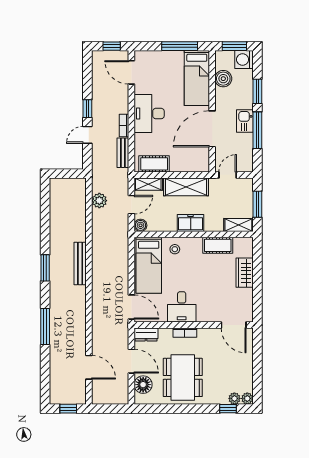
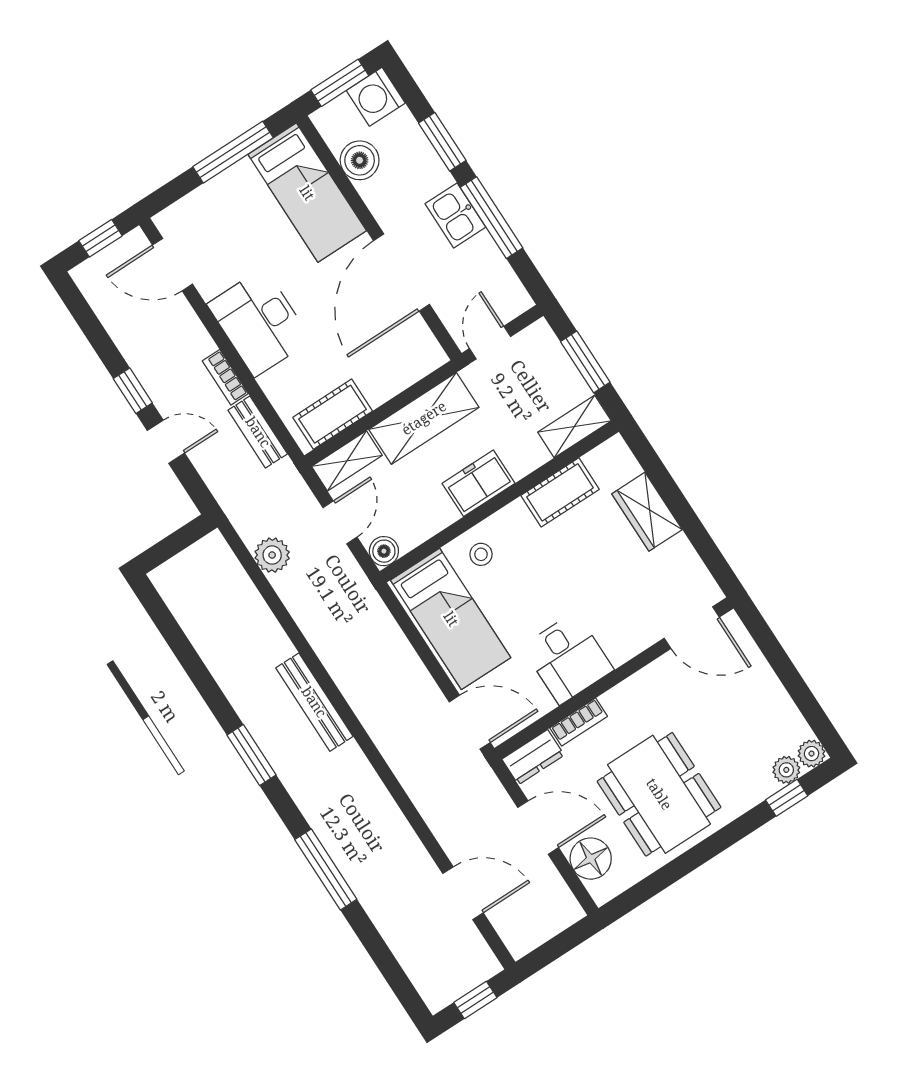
door: (87, 135) -> (166, 442), swing flipped
bookcase: (185, 333) -> (579, 722), moved

